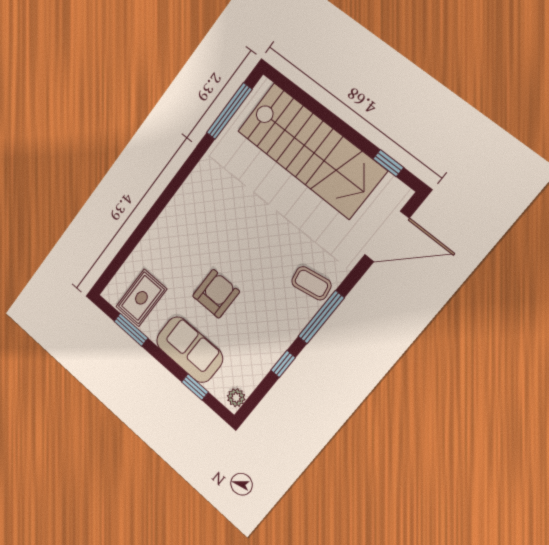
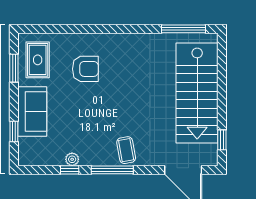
armchair: (216, 294) -> (85, 69), moved
rug: (141, 298) -> (38, 60), turned 90
plant: (236, 398) -> (72, 159), moved

